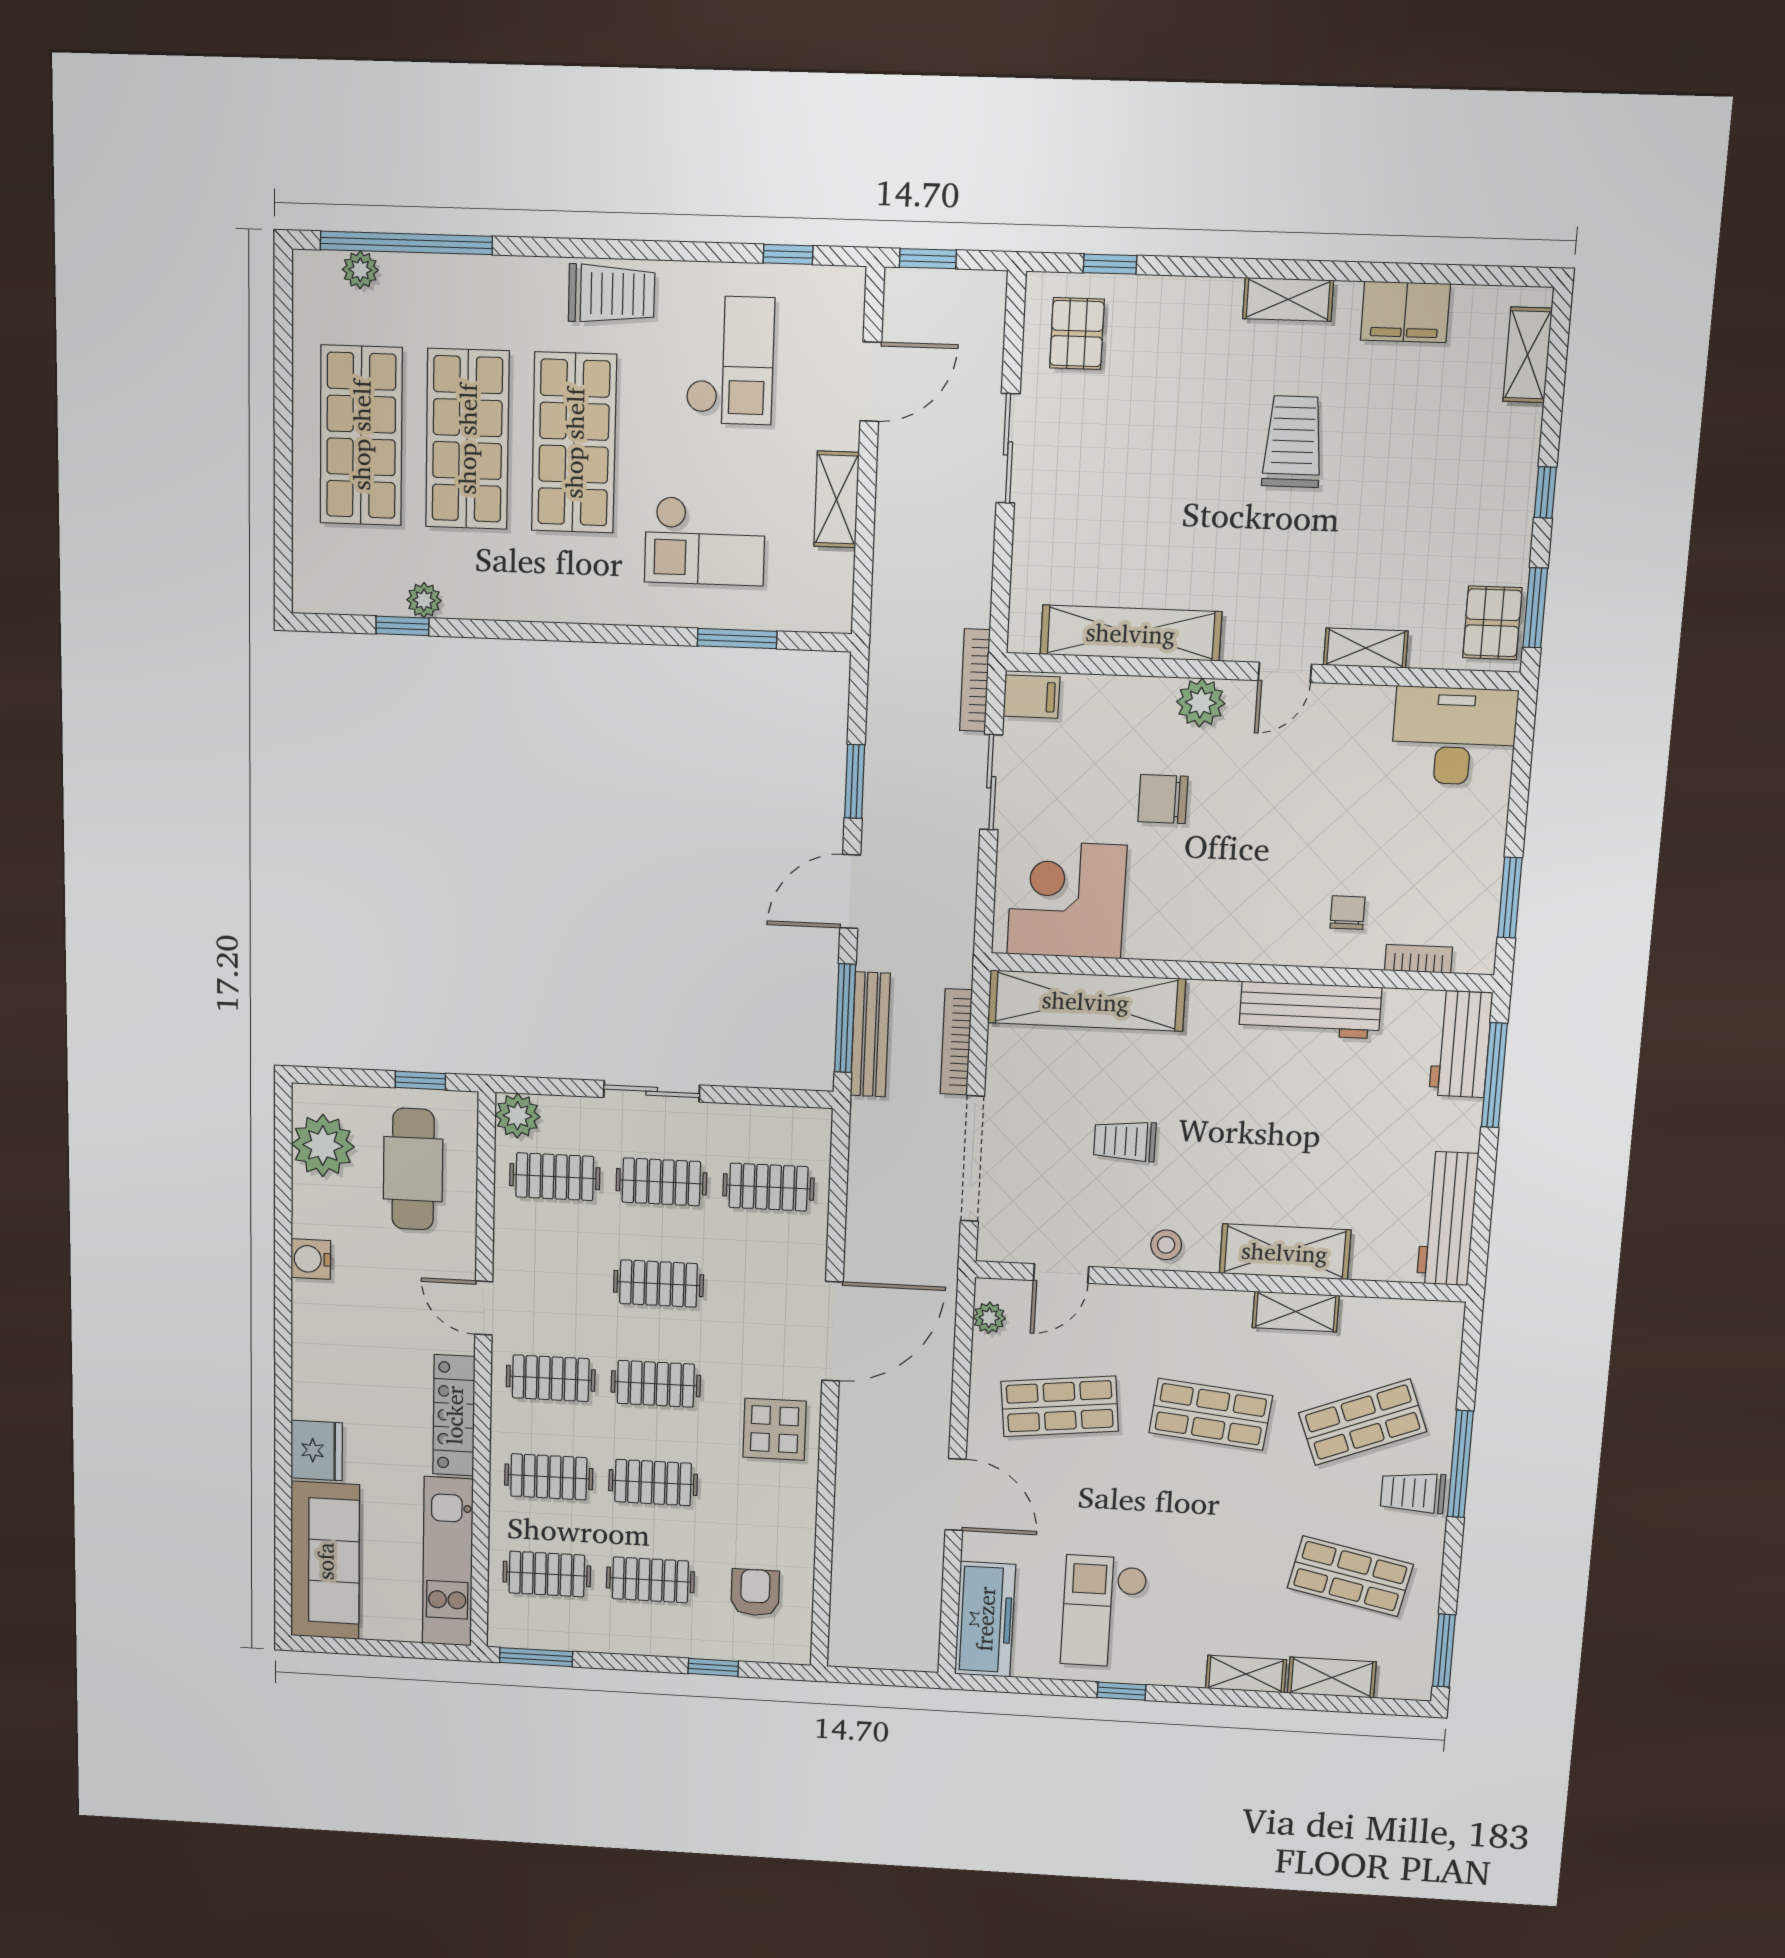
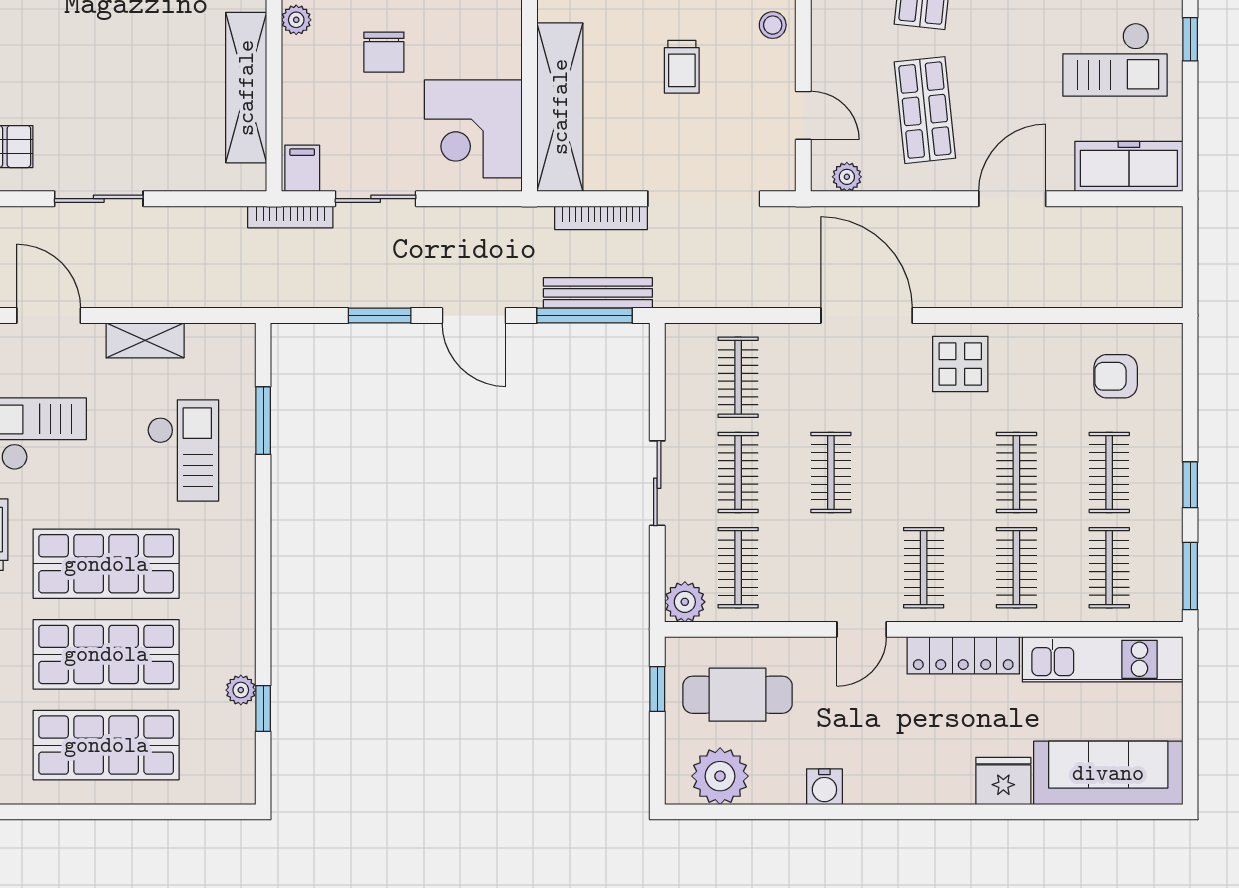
plant: (1201, 703) -> (296, 20), width x0.73, depth x0.73
clothes rail: (656, 1384) -> (924, 472), removed
window: (713, 1667) -> (1190, 485), moved

